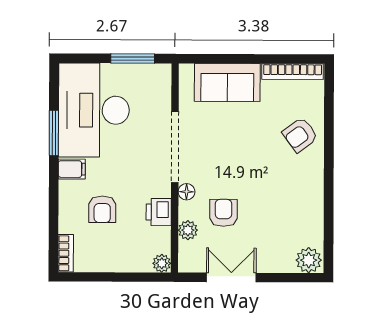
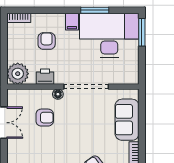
window: (133, 58) -> (142, 32), moved
armchair: (102, 209) -> (47, 41), turned 90
plant: (188, 230) -> (34, 95), removed
plant: (162, 263) -> (18, 74), width x1.87, depth x1.87

